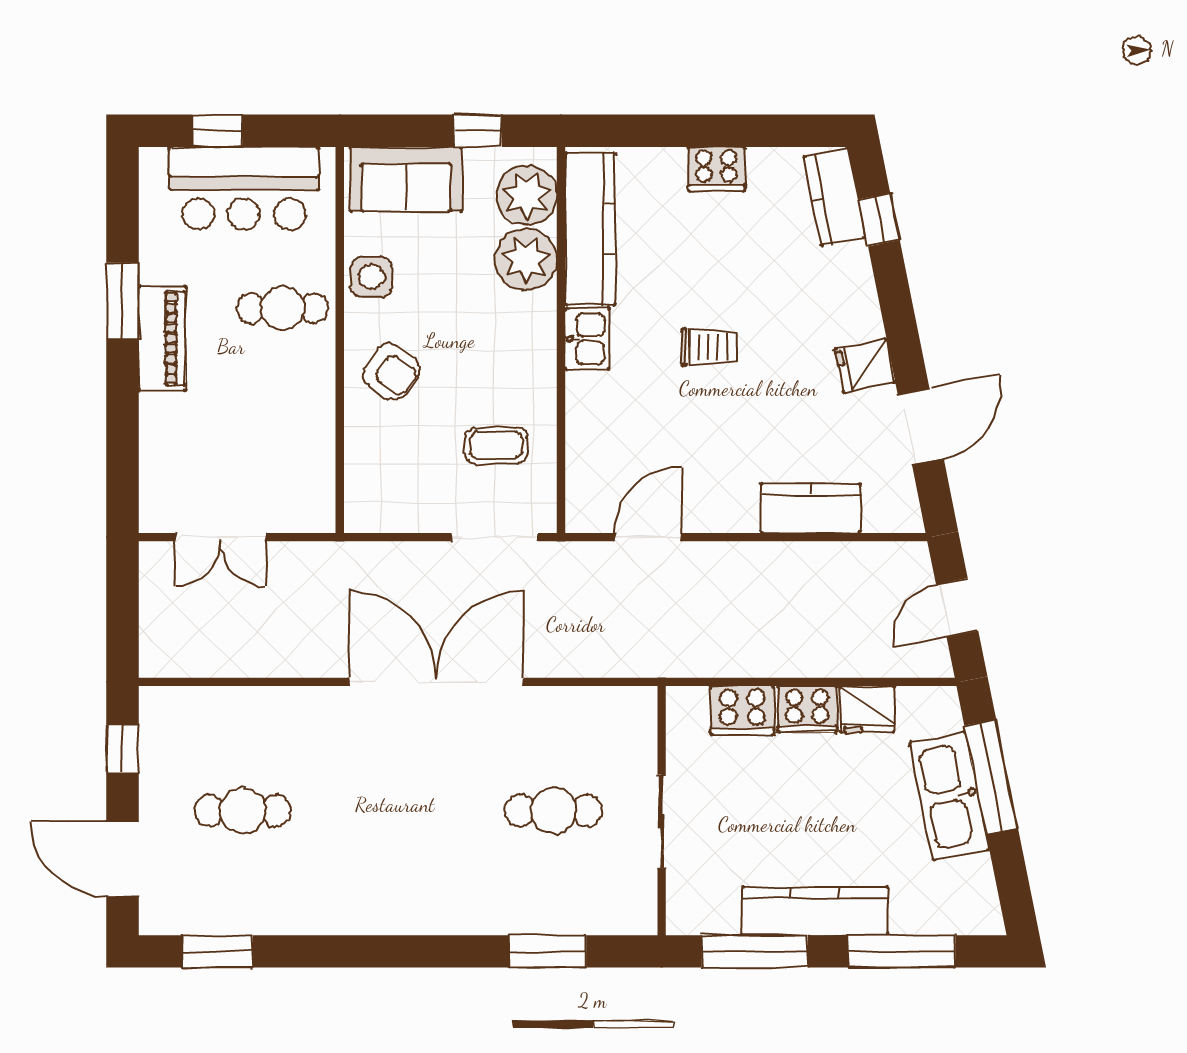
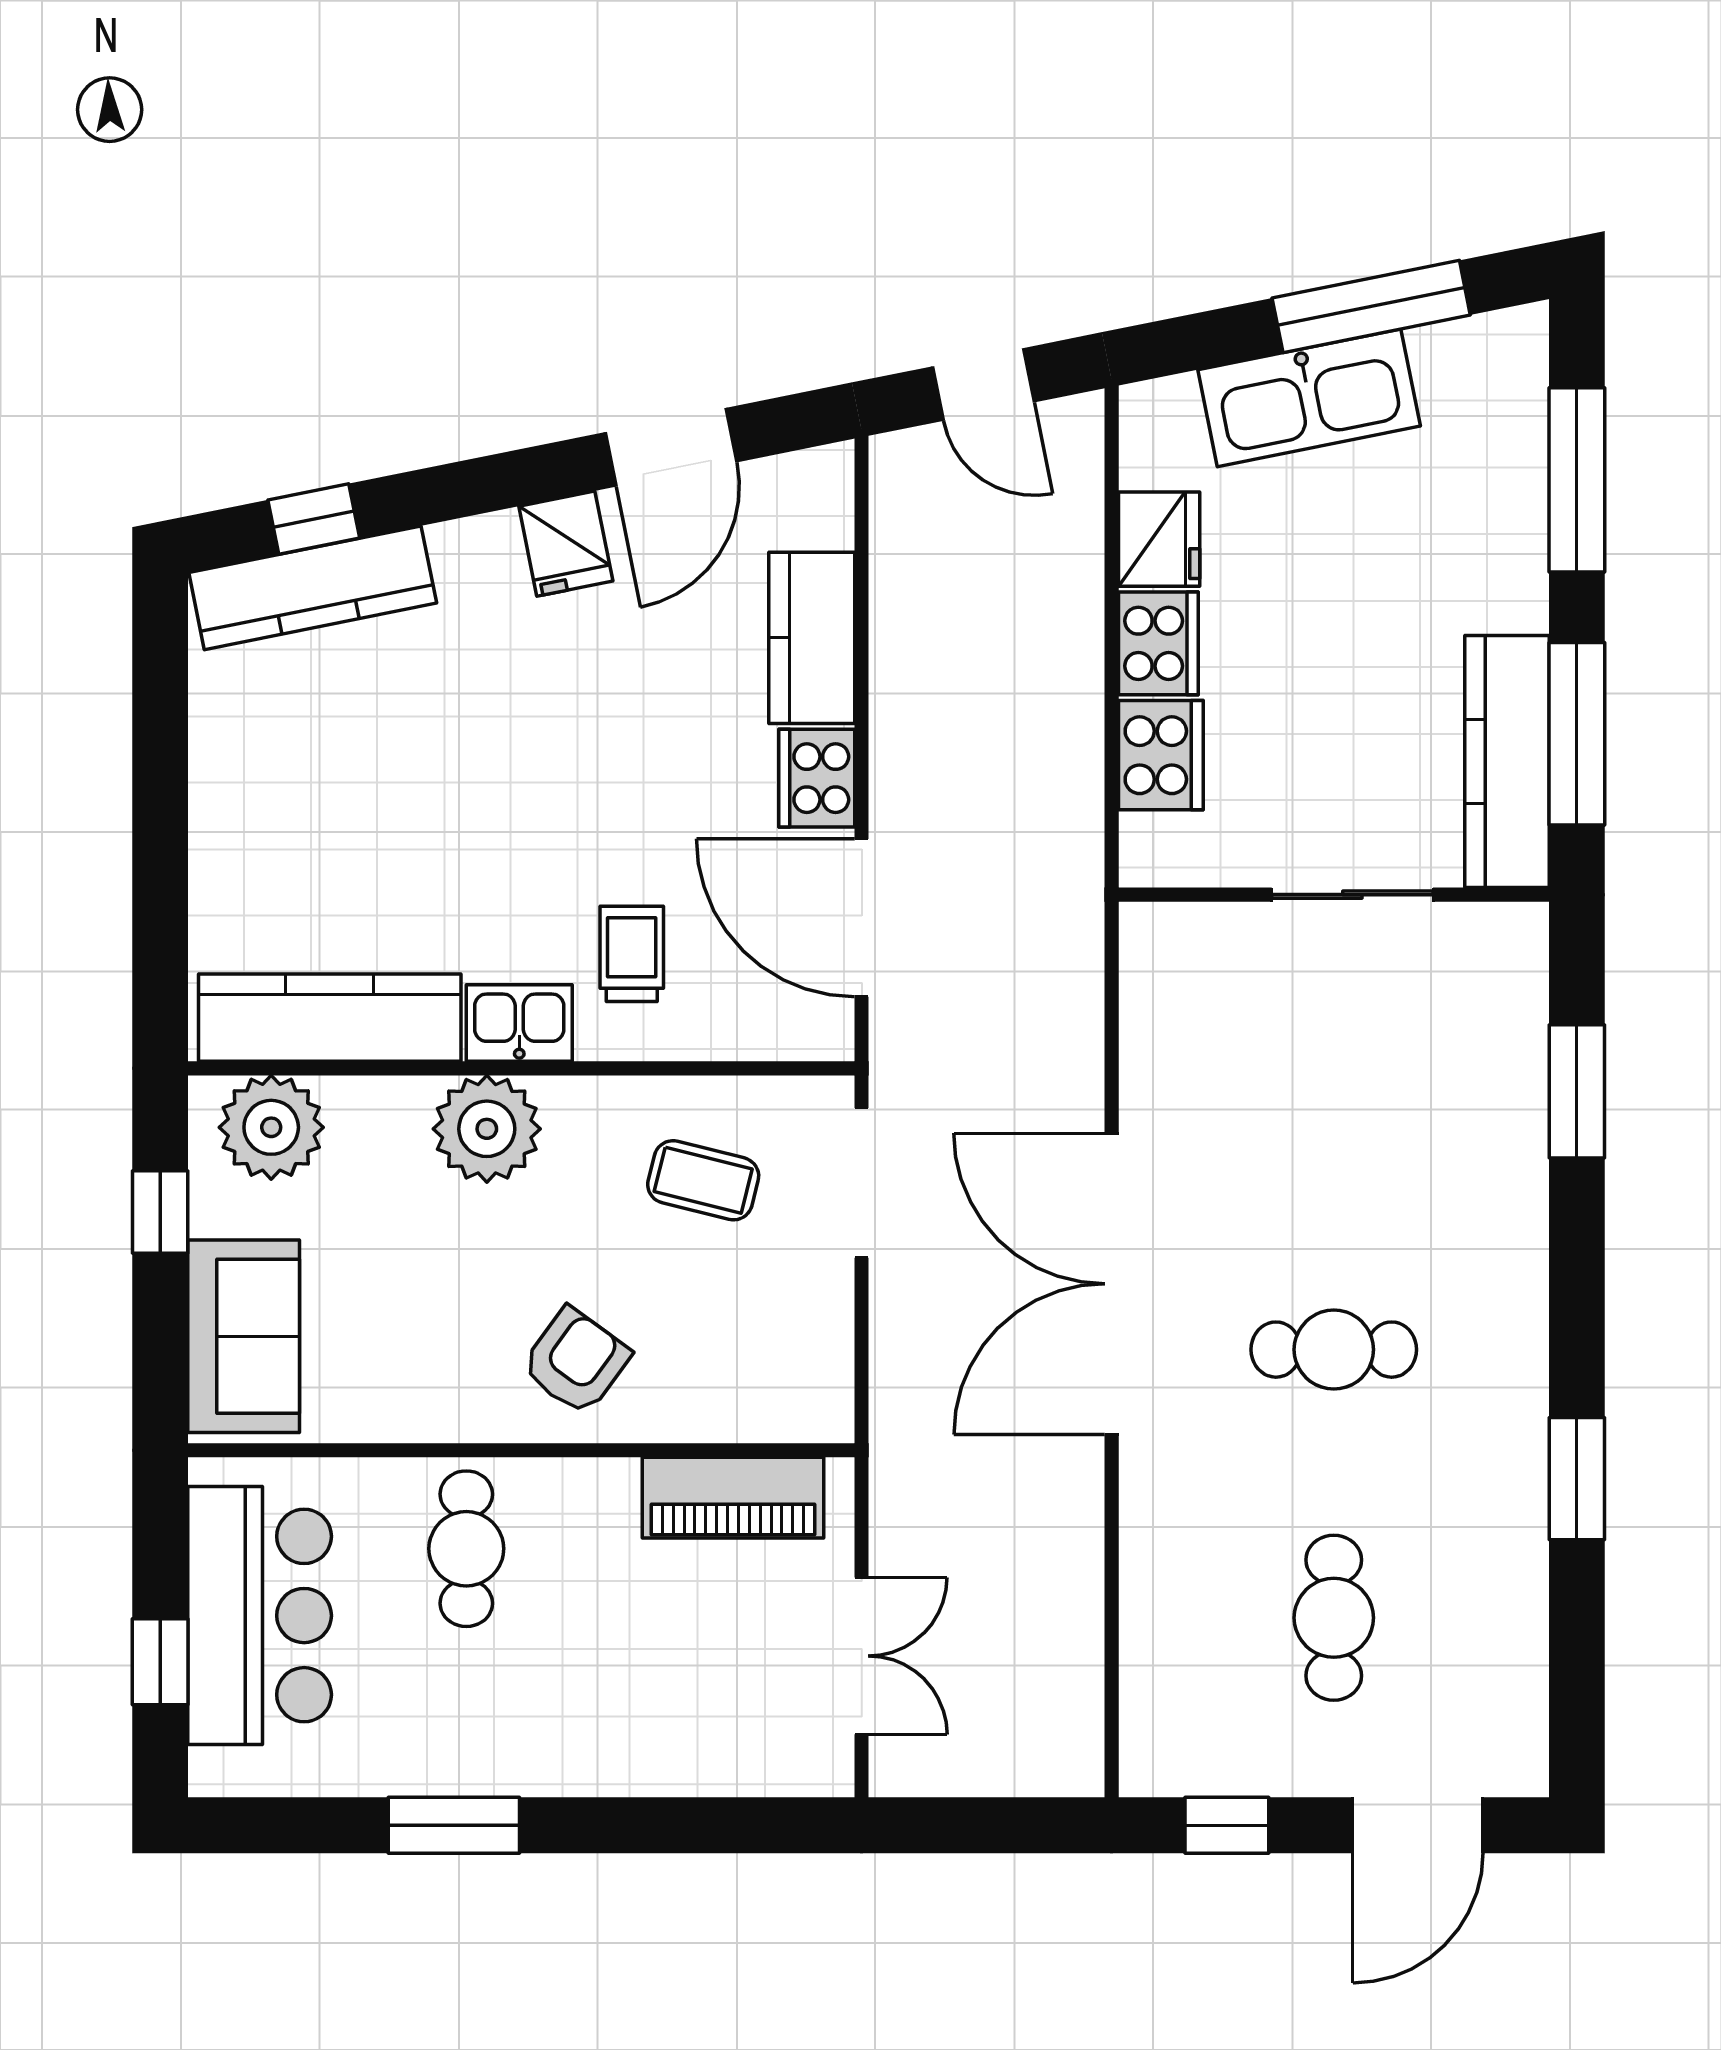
cooker: (717, 169) -> (817, 778), moved, turned 180
kitchen counter: (835, 197) -> (313, 588), width x1.50
plant: (526, 259) -> (487, 1129), moved
side table: (371, 277) -> (412, 1396), removed
piano: (162, 338) -> (733, 1498), moved, turned 180
trolley: (709, 347) -> (632, 954), moved
door: (921, 427) -> (671, 447), swing flipped
coffee table: (496, 445) -> (703, 1180), turned -76
door: (648, 537) -> (862, 918), width x1.36
window: (991, 777) -> (1371, 306), moved
cafe table: (553, 811) -> (1334, 1350), moved, turned 90
kitchen counter: (815, 911) -> (1507, 762), moved
window: (217, 951) -> (1577, 1479), moved

